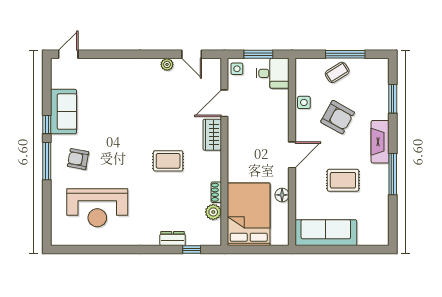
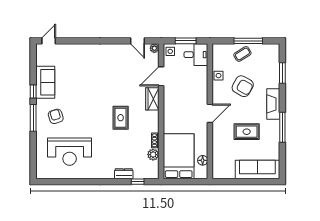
plant: (167, 64) -> (154, 48), moved
armchair: (78, 159) -> (56, 116), turned 63
rug: (168, 161) -> (121, 118), turned 90
floor lamp: (282, 195) -> (203, 160), moved
sofa: (326, 233) -> (257, 169), moved

